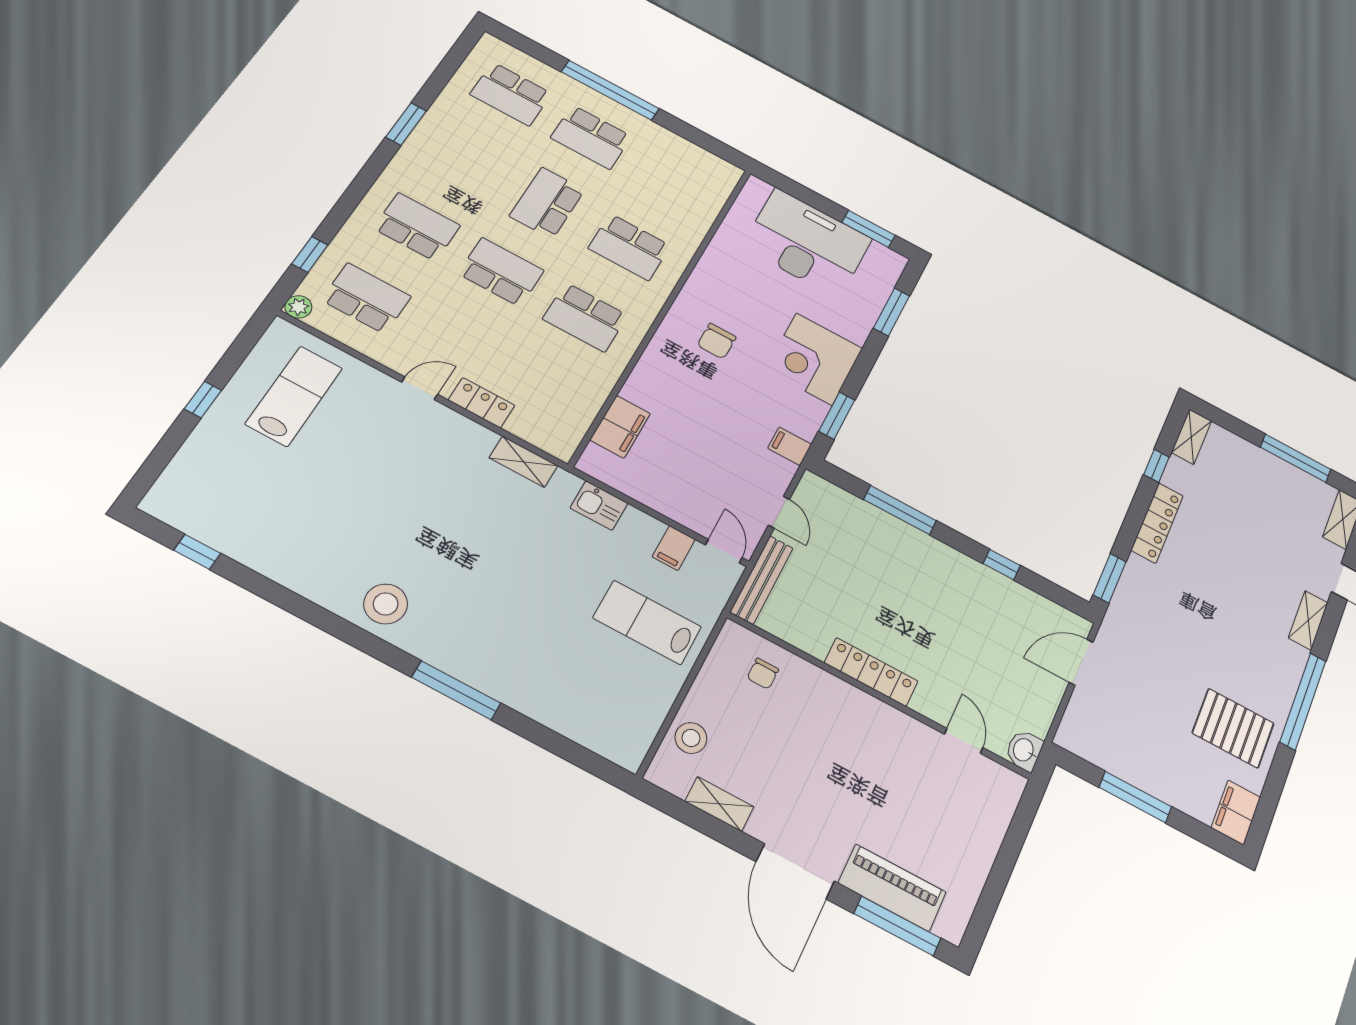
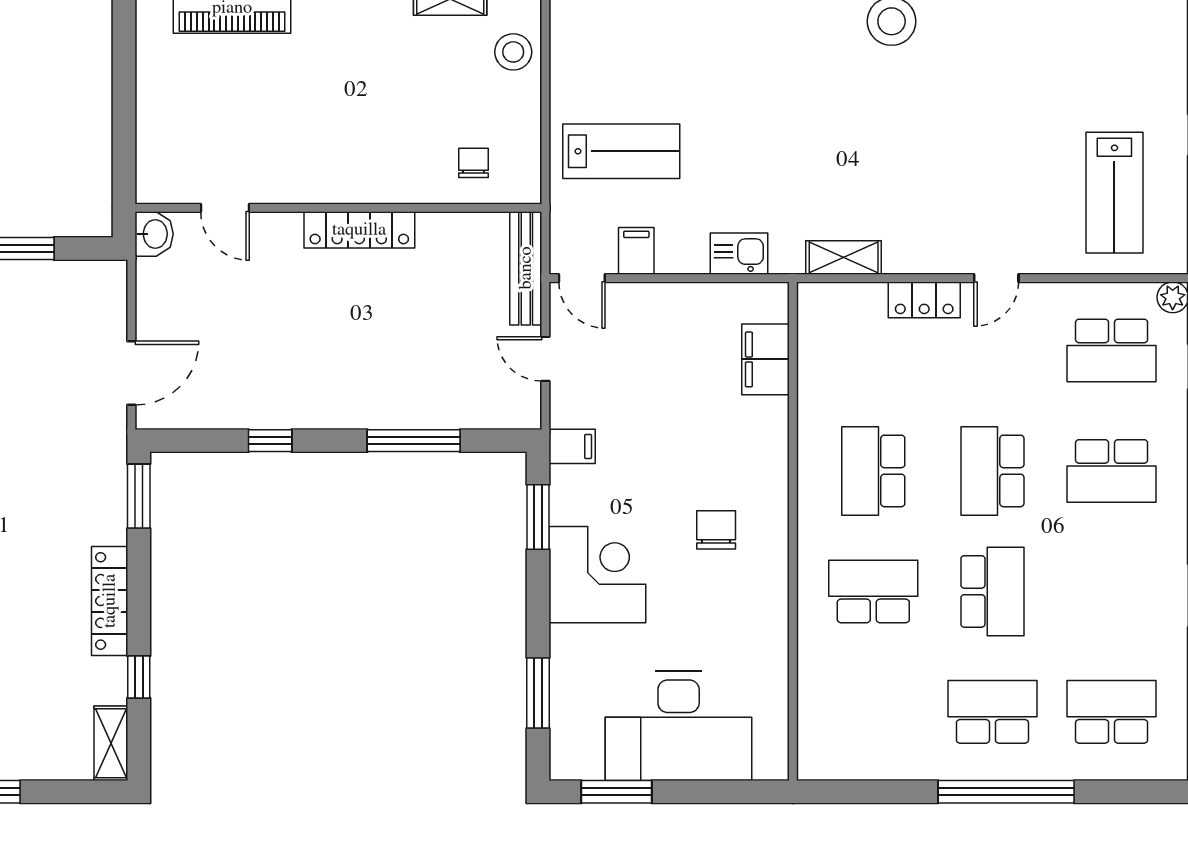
school desk: (501, 272) -> (992, 471), turned 90
school desk: (585, 317) -> (873, 471), turned -90

